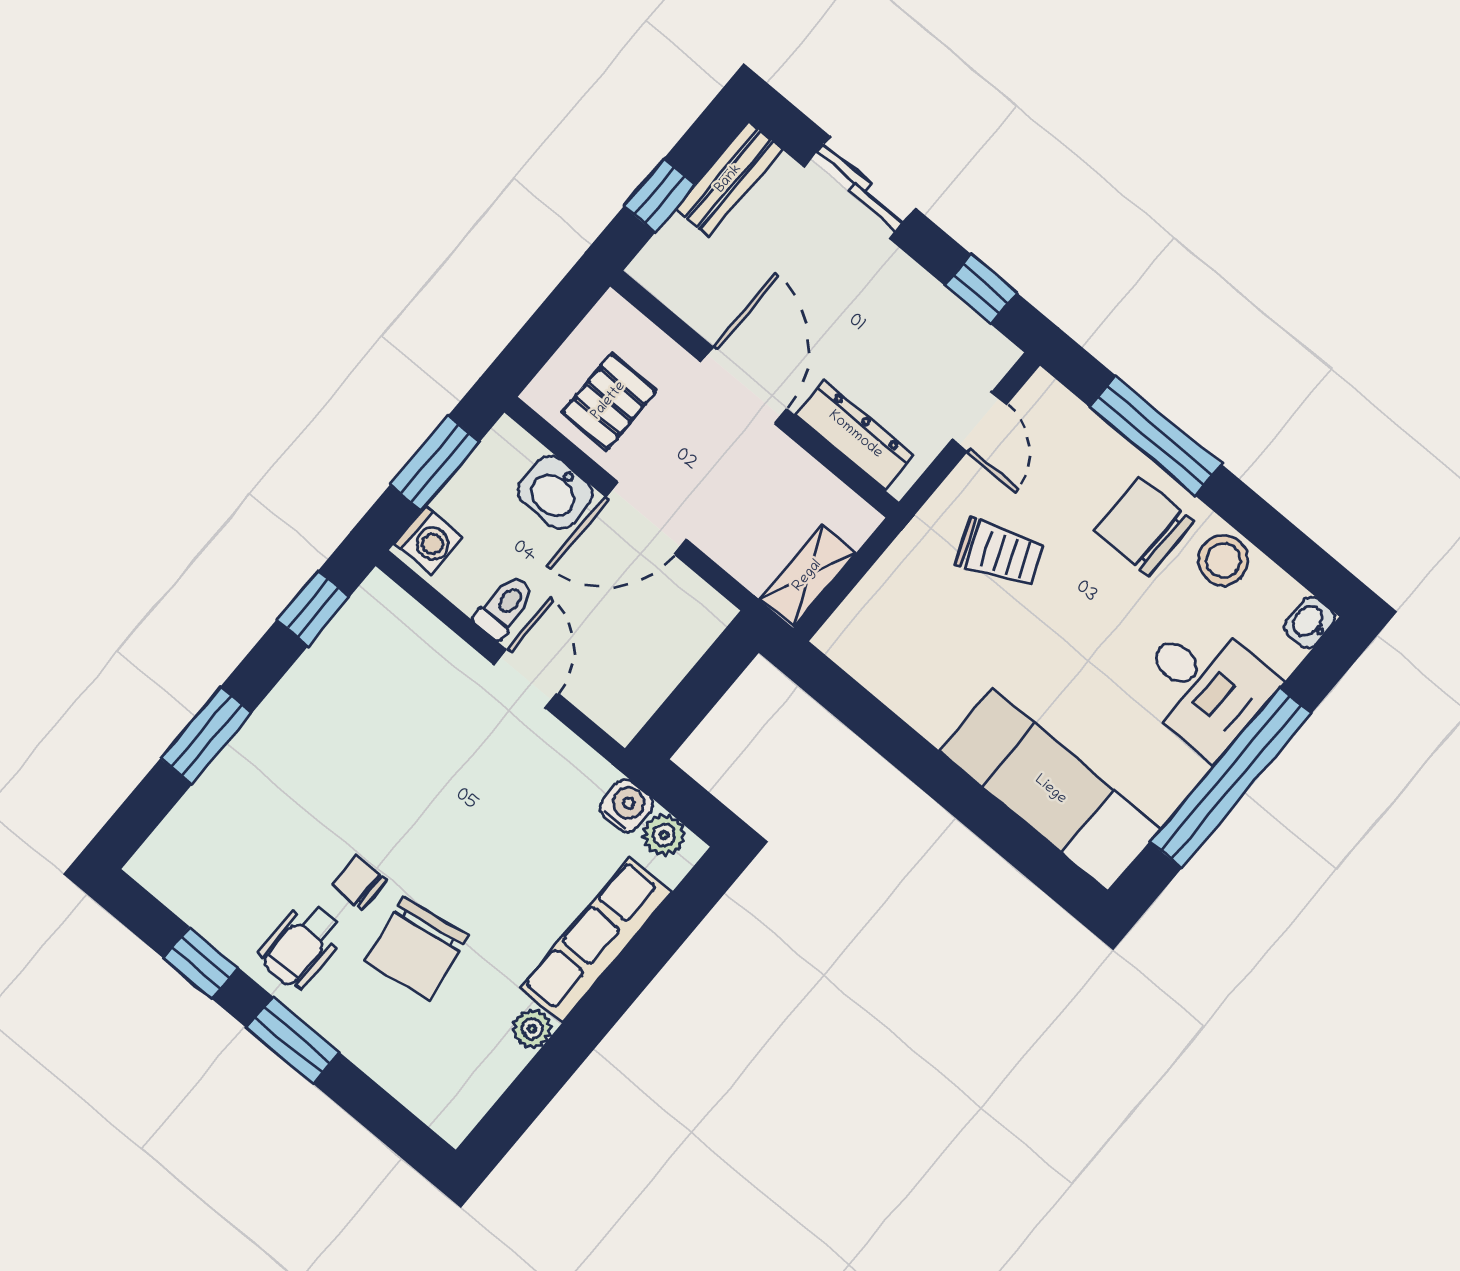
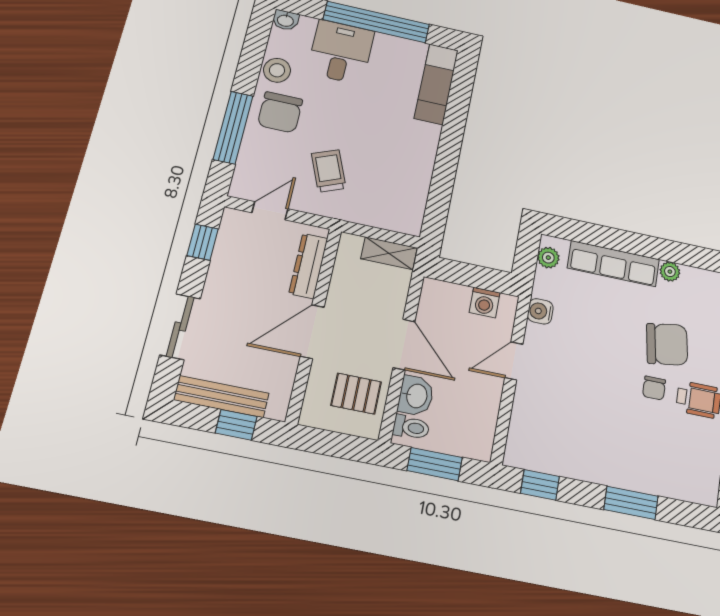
bench: (729, 179) -> (221, 397), width x1.36
washing machine: (429, 541) -> (485, 302), moved, turned 180
toilet: (504, 607) -> (411, 427), moved, turned 180
exam couch: (1050, 790) -> (436, 84), width x0.73, depth x0.69
water cooler: (626, 806) -> (540, 311), moved

